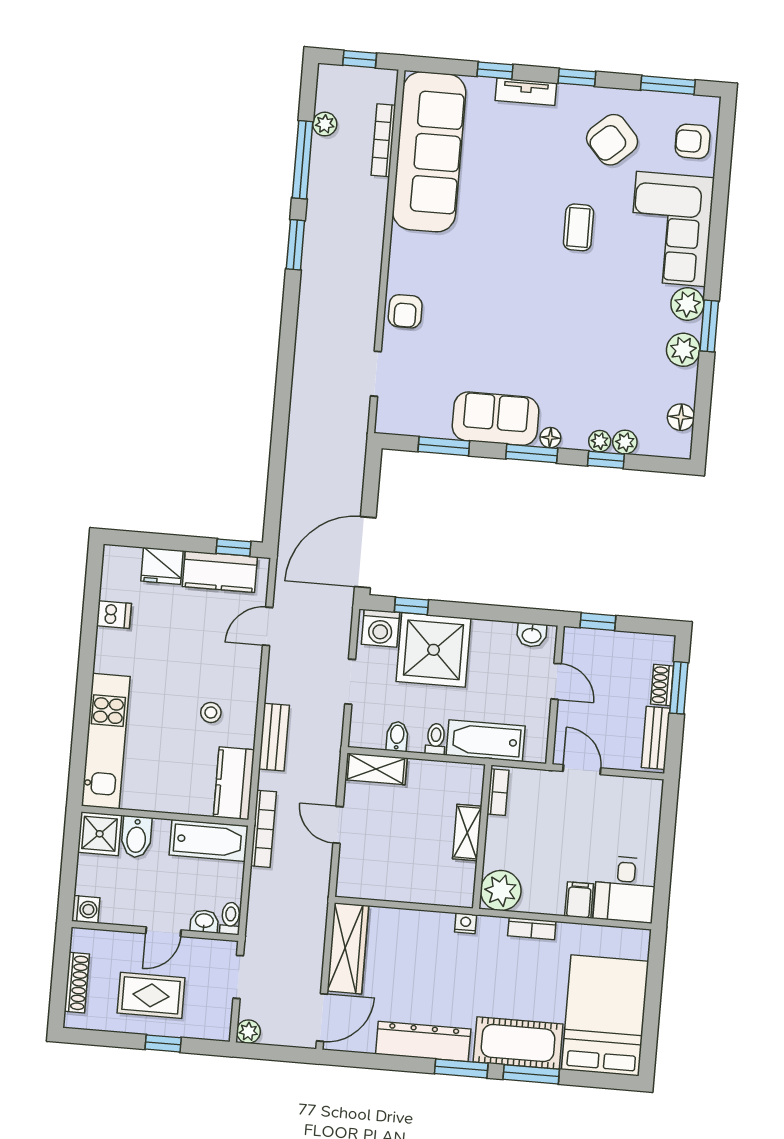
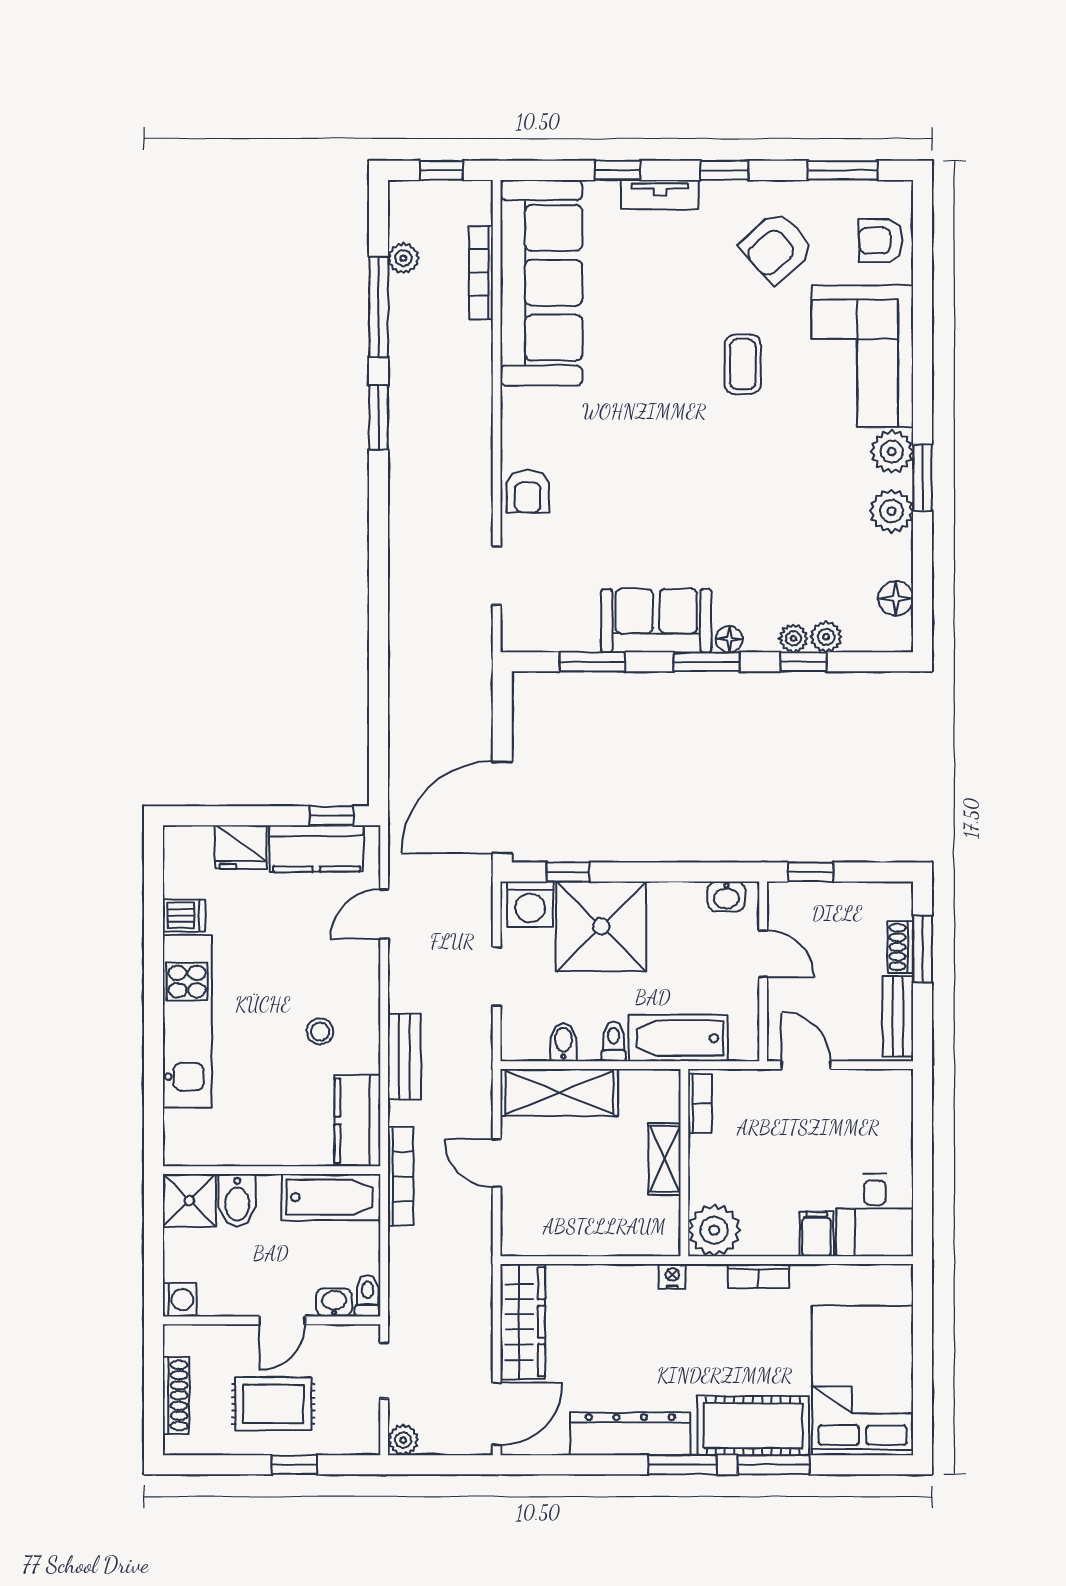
kitchen unit: (106, 741) -> (187, 1021), moved
shelving: (376, 769) -> (559, 1092), width x1.50, depth x1.33

